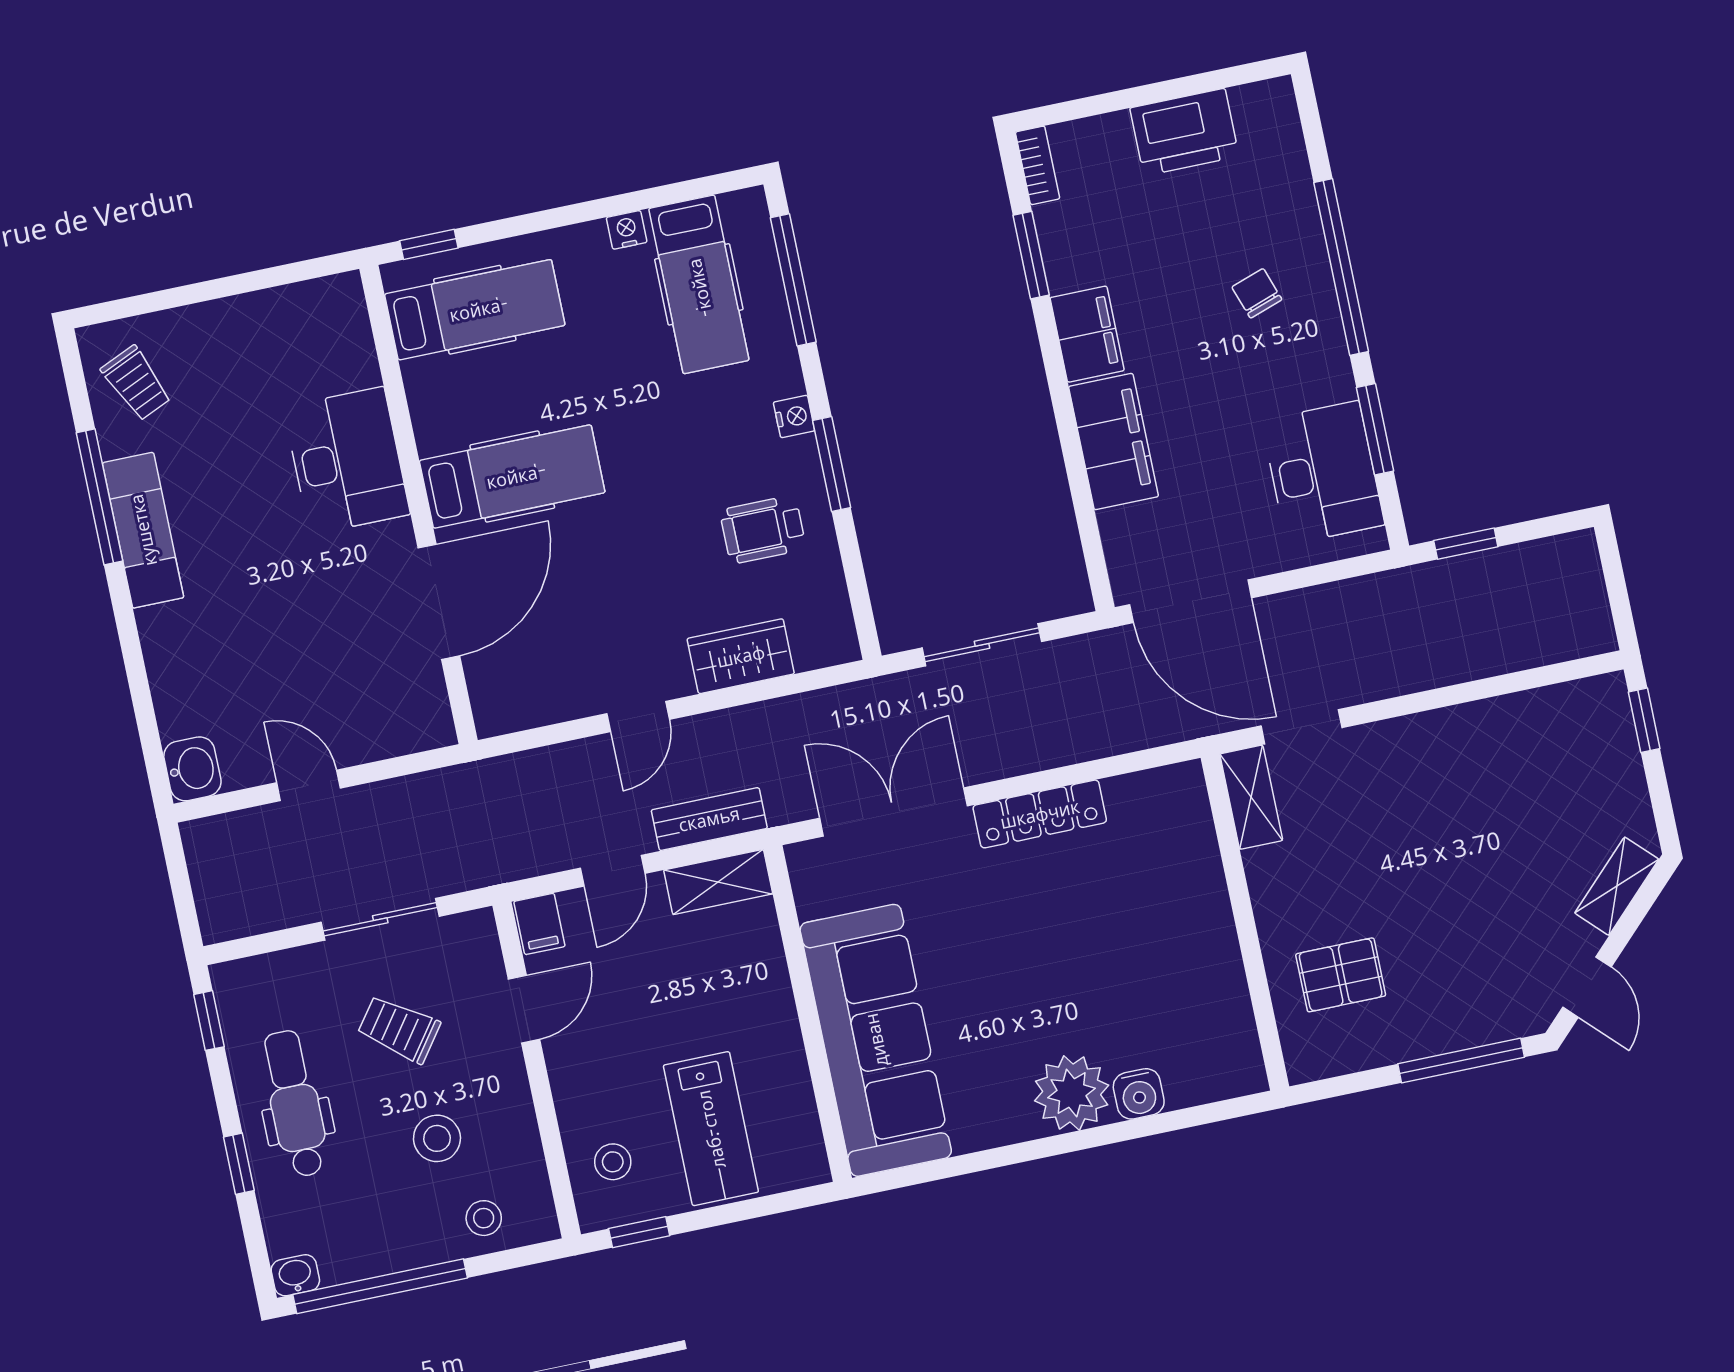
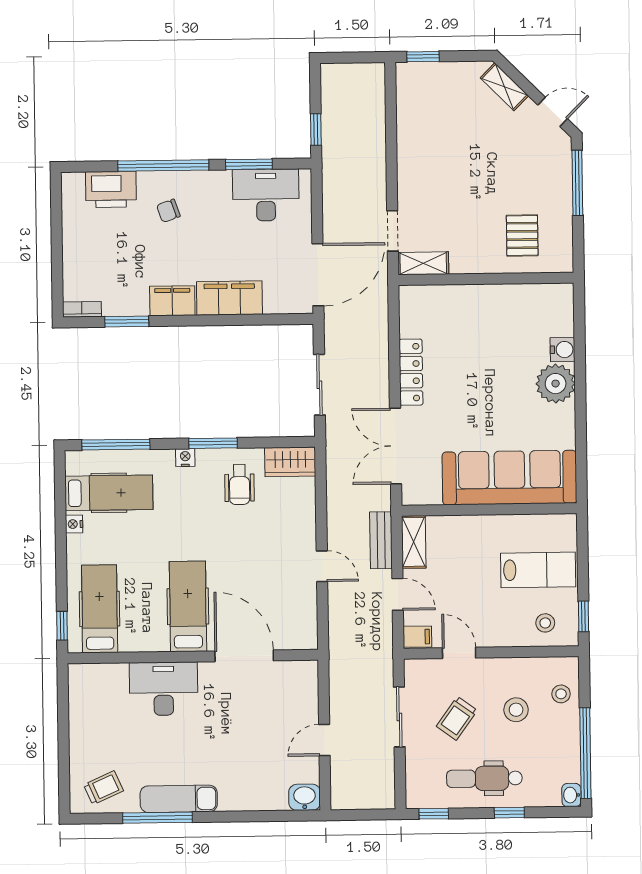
printer: (1184, 132) -> (111, 189), moved, turned 90
wardrobe: (741, 656) -> (290, 462), moved, turned -90

